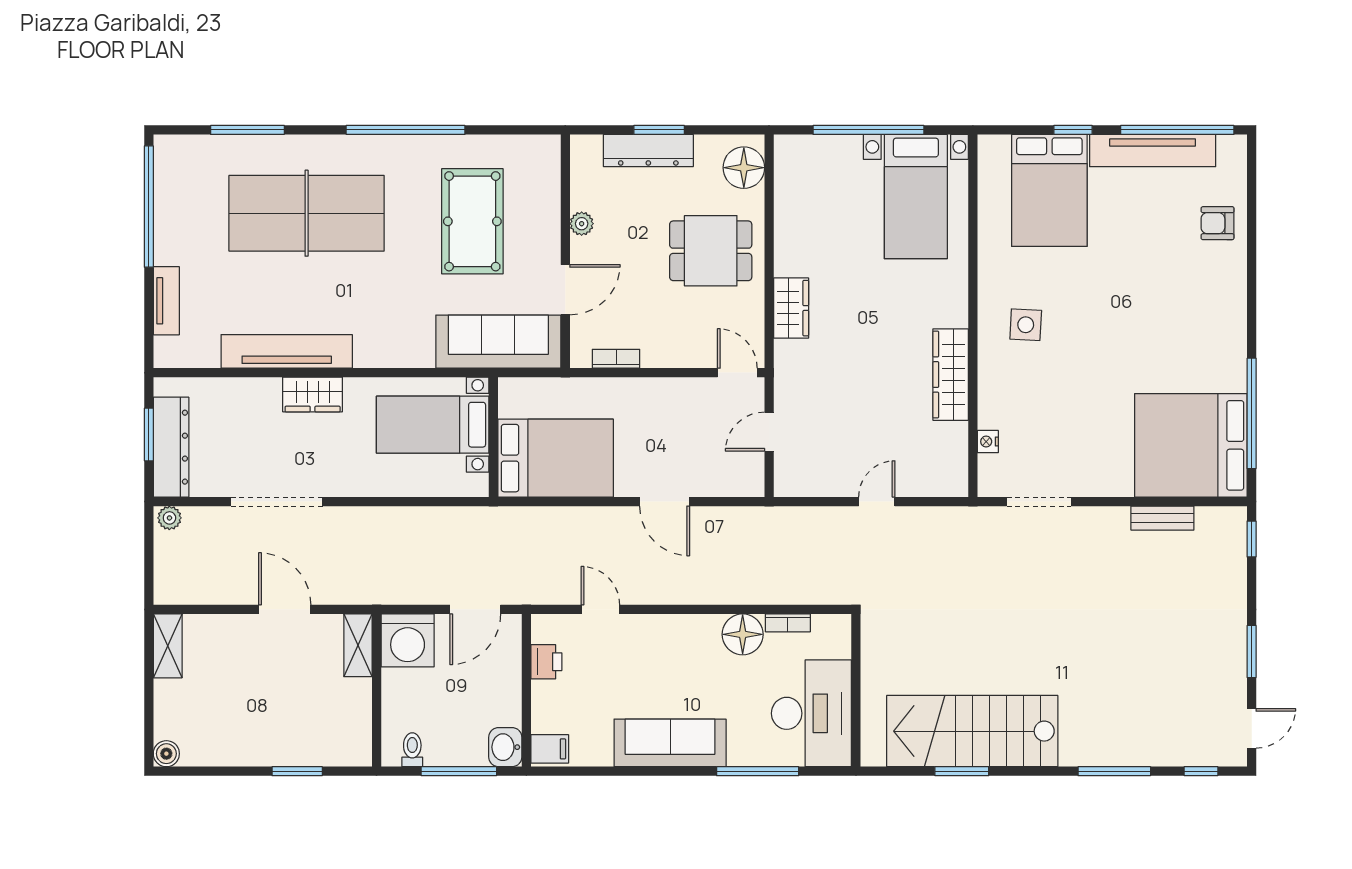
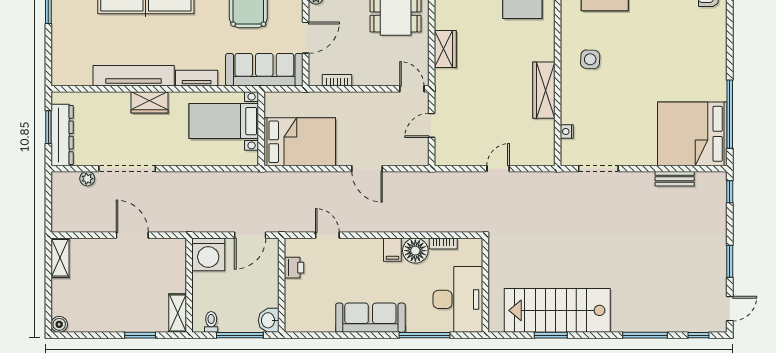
tv unit: (166, 301) -> (197, 78), moved, turned -90
plant: (169, 518) -> (87, 179), moved
shelving: (358, 645) -> (178, 313), moved
filing cabinet: (550, 749) -> (392, 250), moved, turned 90

